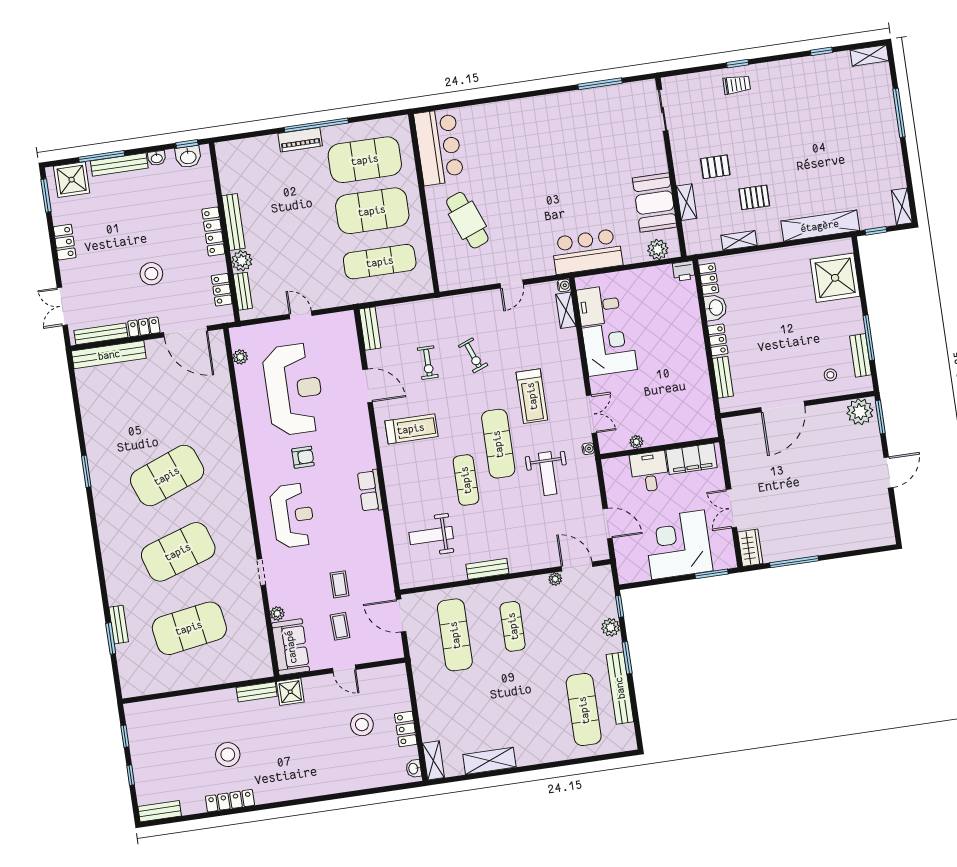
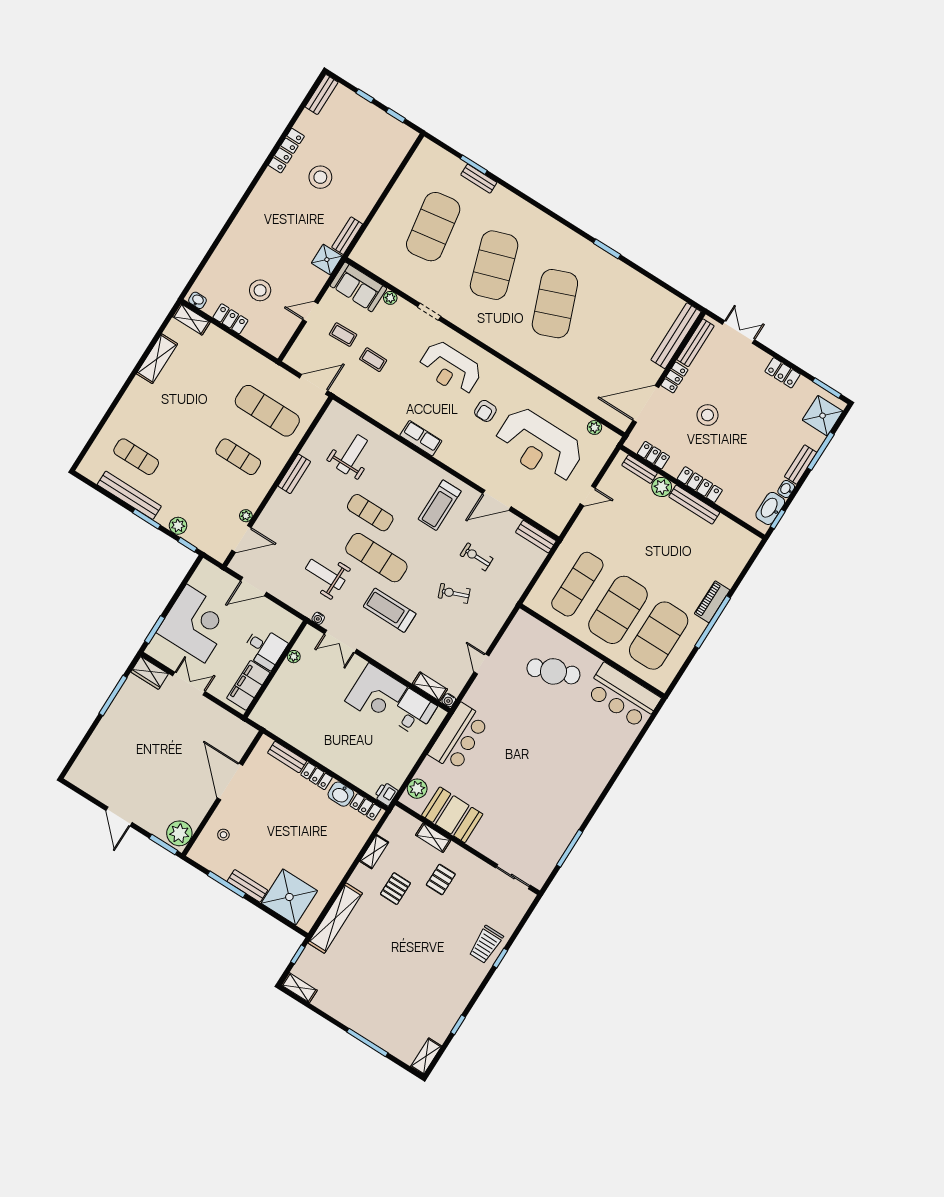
trolley: (737, 85) -> (486, 945), width x1.36, depth x1.39
washbasin: (188, 157) -> (770, 508), width x1.38
bench: (119, 164) -> (801, 465), width x0.73
bench: (861, 355) -> (247, 886), moved
exercise mat: (584, 710) -> (136, 457), width x0.73, depth x0.69

